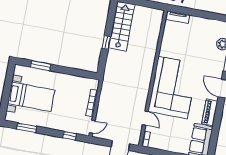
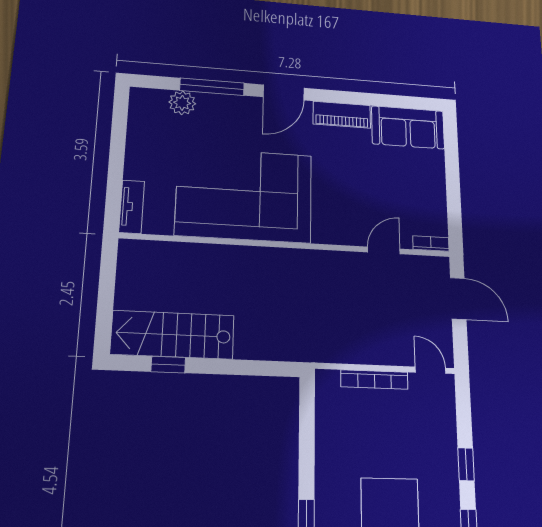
window: (106, 43) -> (168, 365), moved
corner sofa: (173, 88) -> (244, 195), moved
window: (70, 136) -> (466, 464), moved

